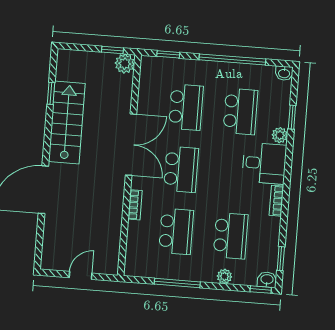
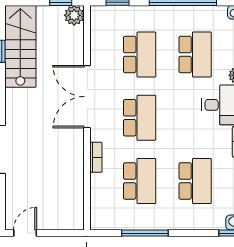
stairs: (67, 123) -> (20, 46), moved
double door: (131, 145) -> (87, 97), swing flipped
door: (81, 275) -> (25, 233), moved
plant: (224, 276) -> (192, 223), removed

